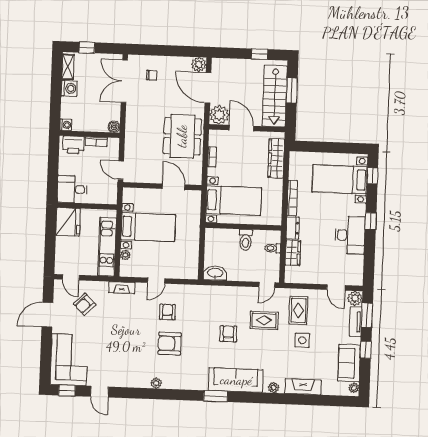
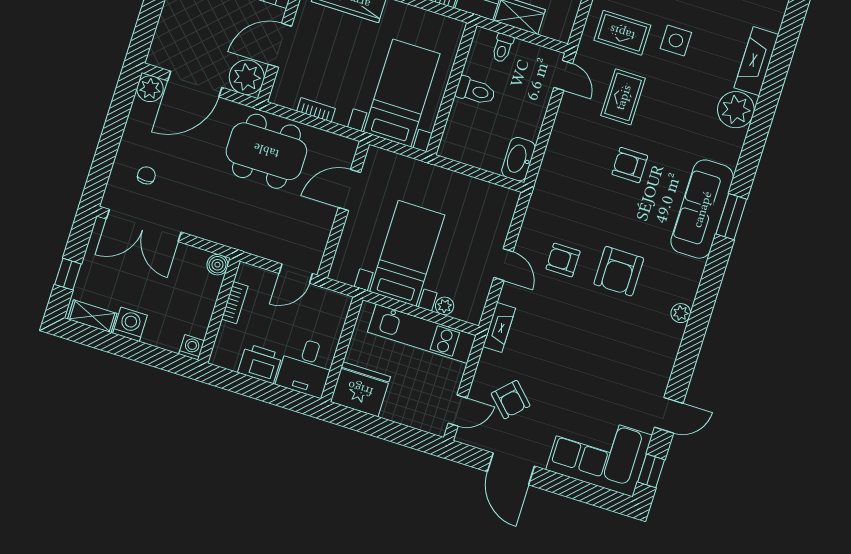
printer: (73, 145) -> (260, 363), moved, turned -90
sofa: (236, 380) -> (702, 209), moved
plant: (274, 388) -> (736, 110), width x1.88, depth x1.88

